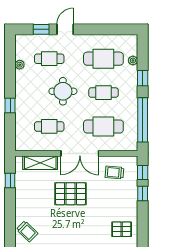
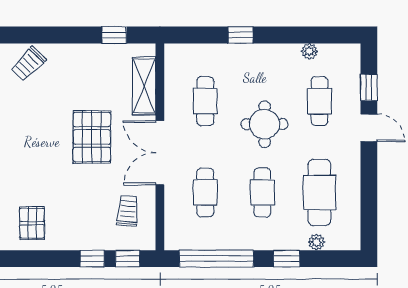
cafe table: (103, 126) -> (205, 192), width x0.73, depth x0.74

